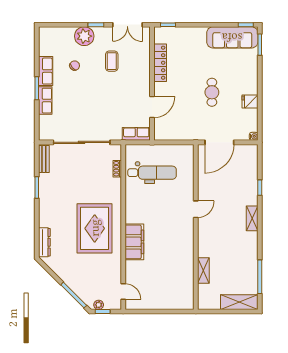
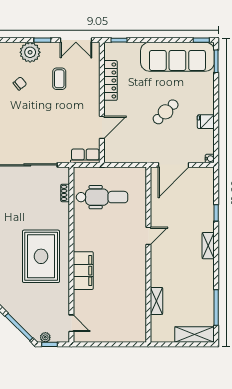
sofa: (232, 37) -> (177, 57), width x1.36, depth x1.27
cafe table: (212, 92) -> (166, 112), turned 46

